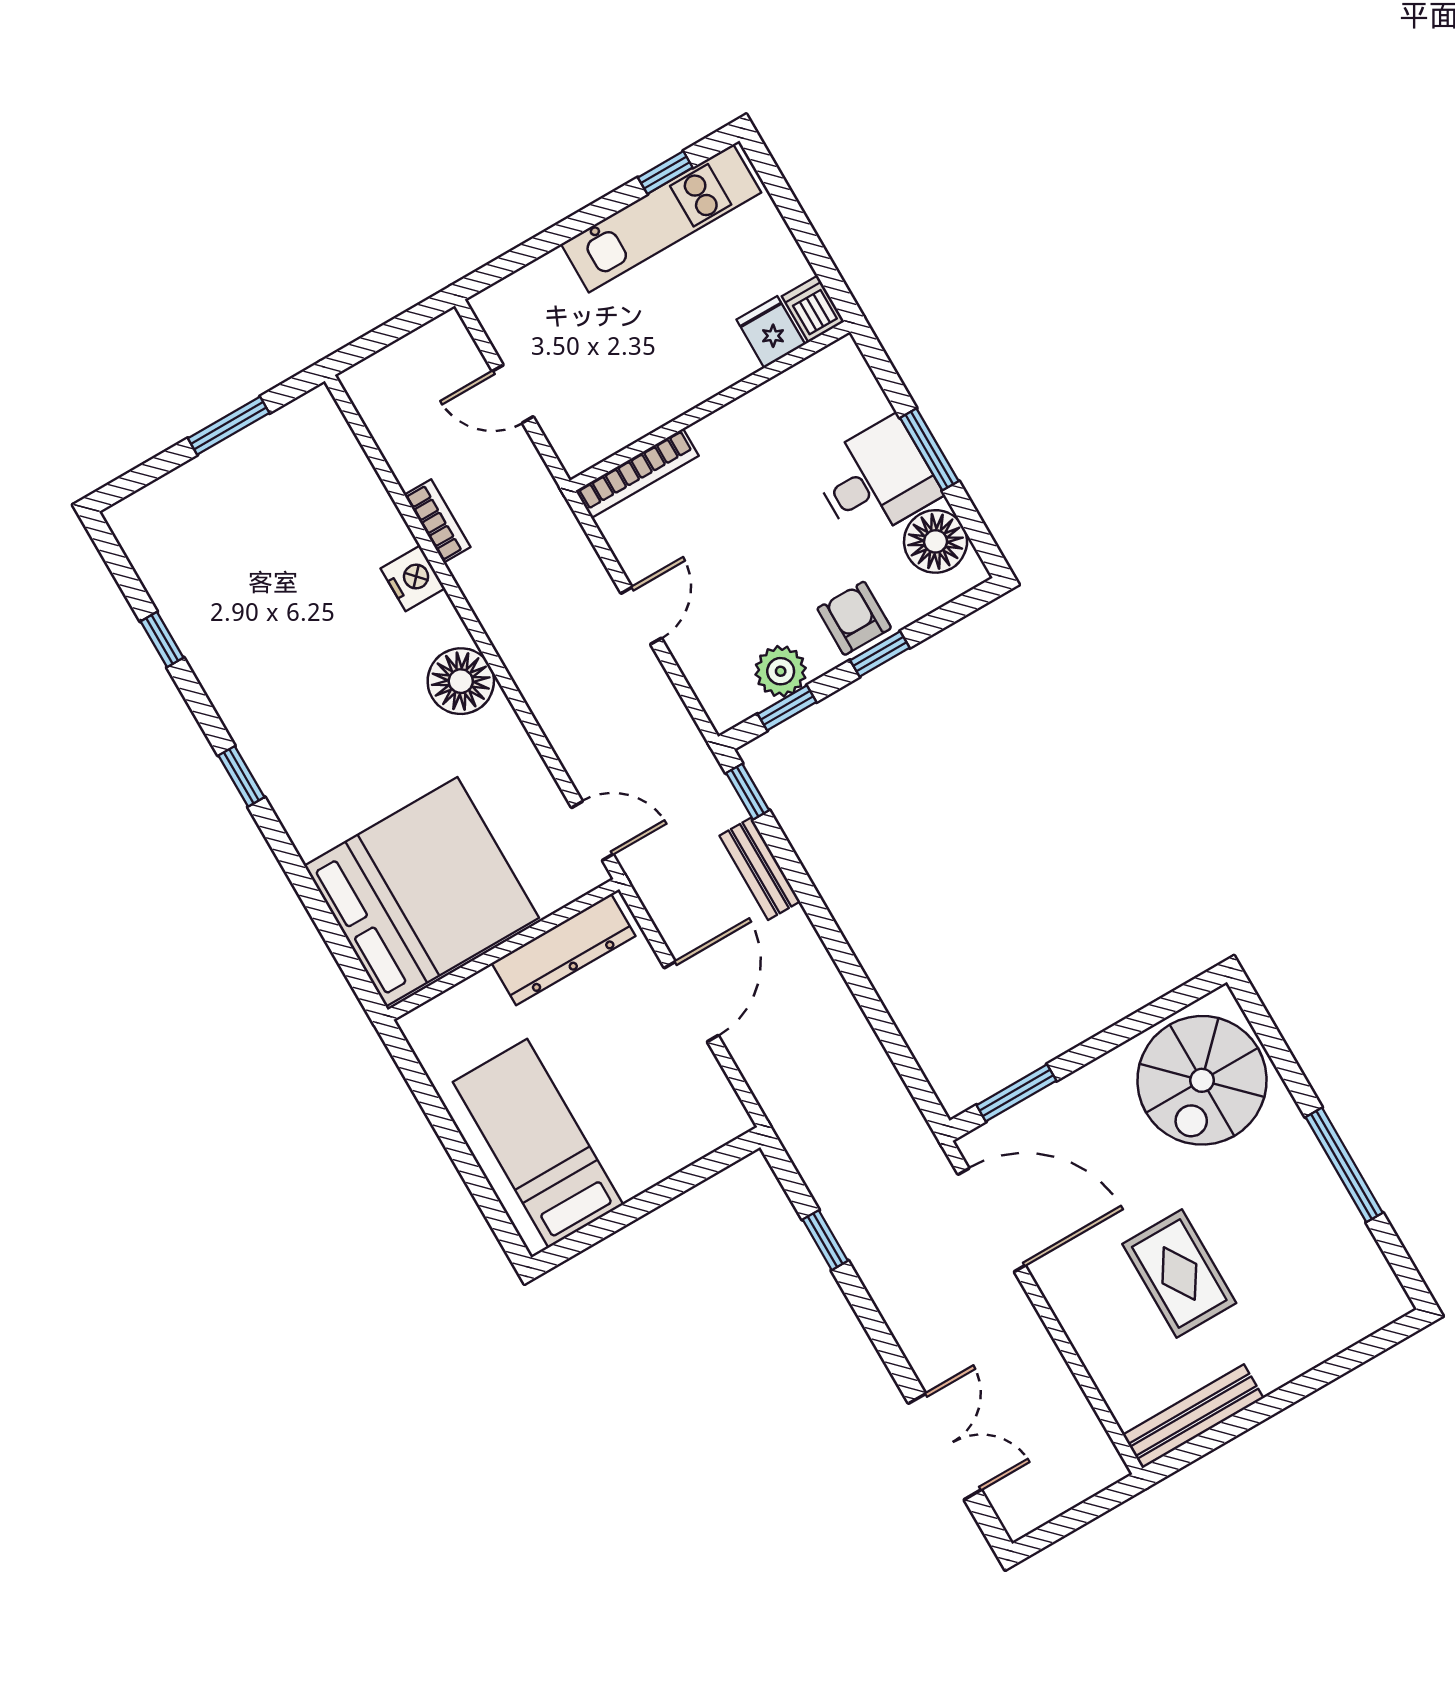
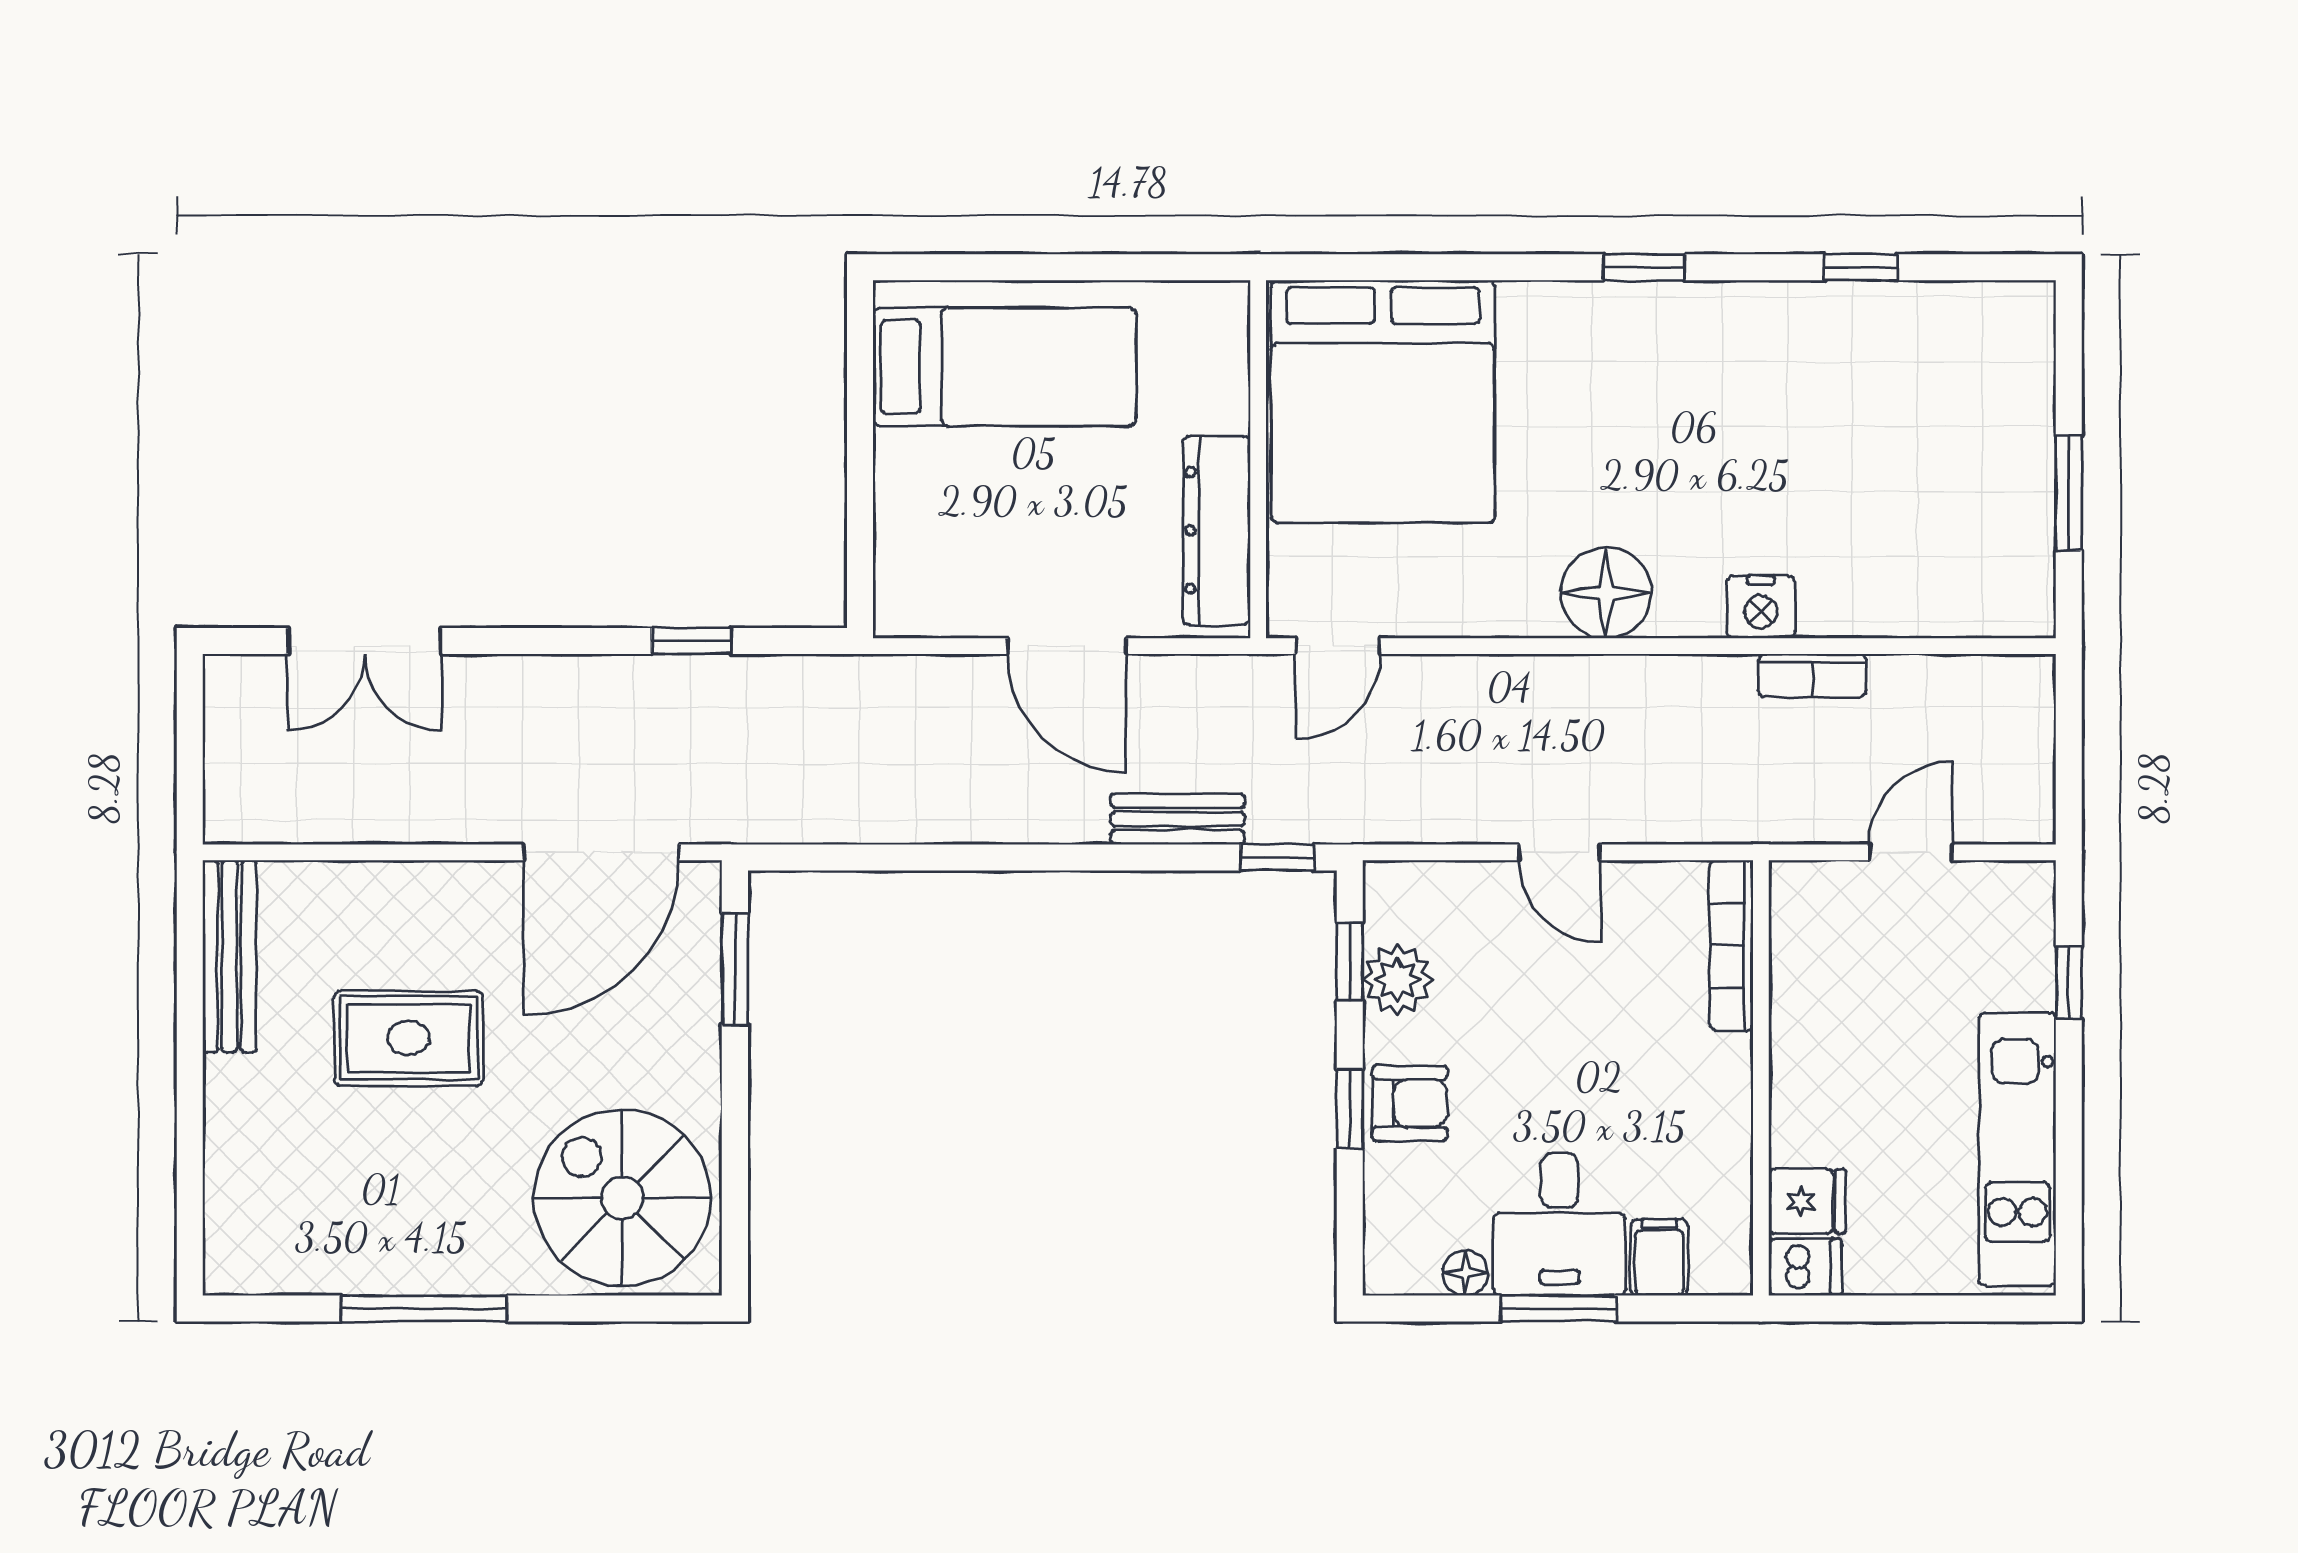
window: (665, 172) -> (2069, 983), moved
filing cabinet: (860, 405) -> (1659, 1257), added
floor lamp: (936, 541) -> (1465, 1273), width x0.53, depth x0.53

